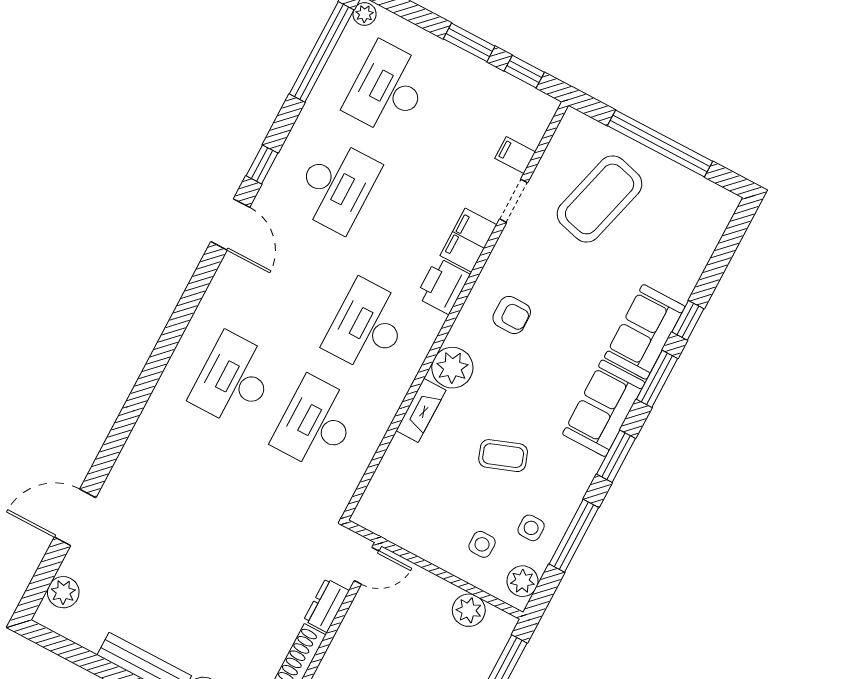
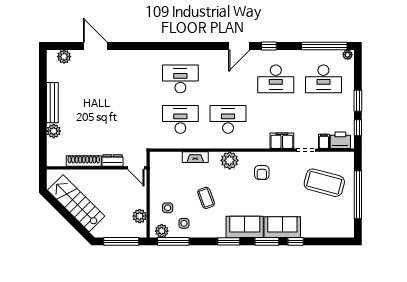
desk: (388, 89) -> (323, 79), turned 180
printer: (443, 286) -> (340, 140), moved
fireplace: (421, 410) -> (195, 157), moved
window: (574, 536) -> (173, 241), moved

